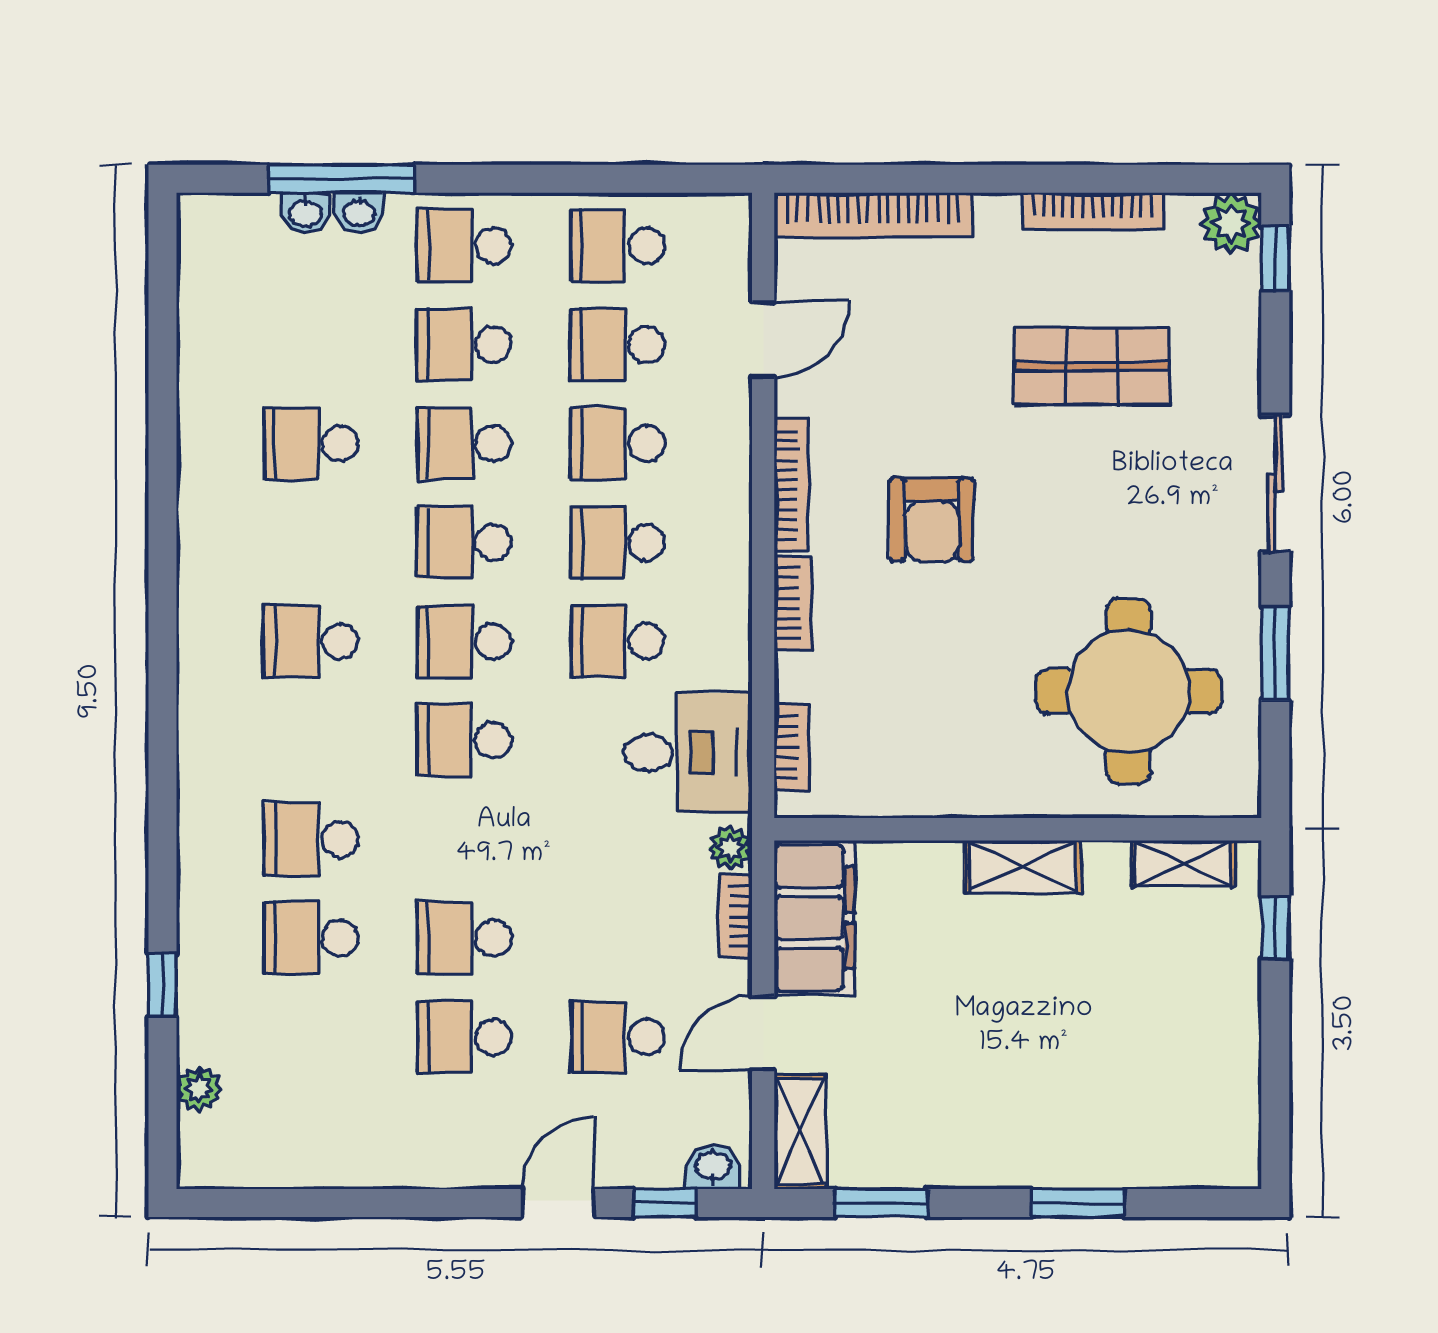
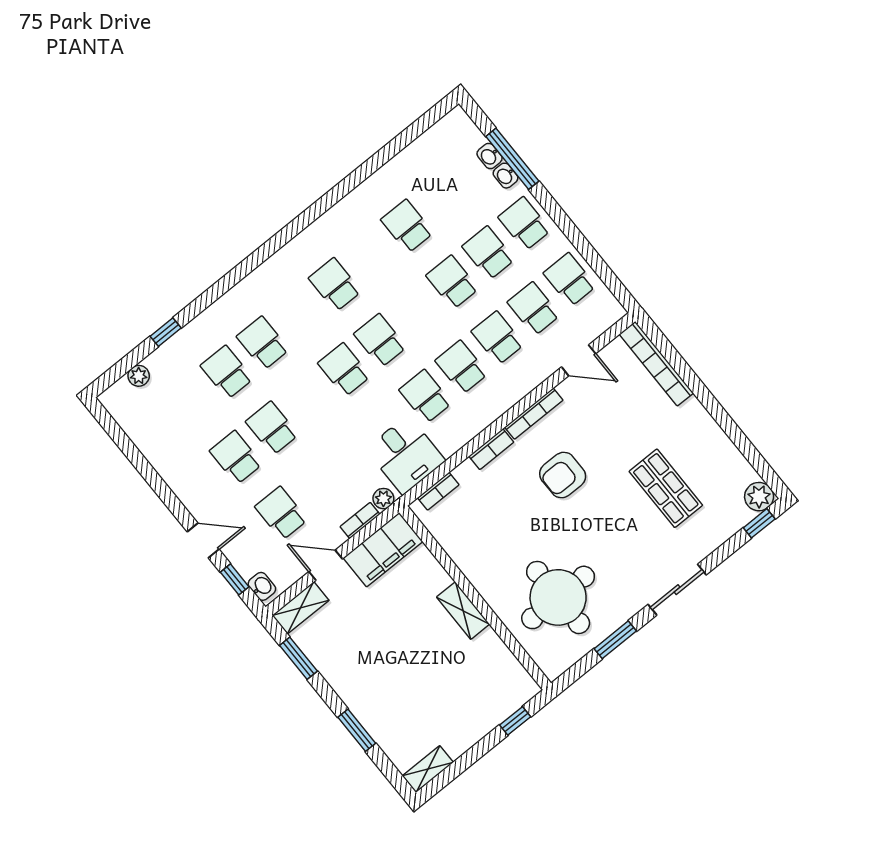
bookcase: (1093, 211) -> (723, 443), removed
school desk: (464, 542) -> (416, 311), removed
shelving: (1183, 864) -> (428, 769), moved, turned 90

